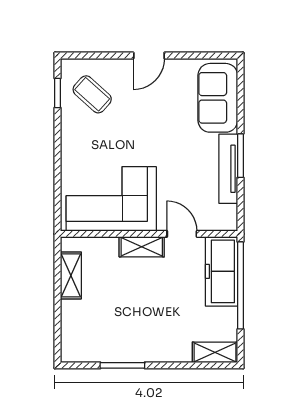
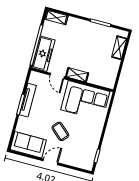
coffee table: (92, 94) -> (60, 131), moved
sofa: (218, 98) -> (28, 145), moved, turned -90
shelving: (71, 275) -> (119, 48), moved

